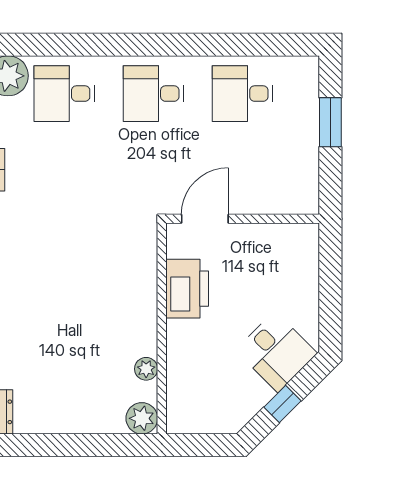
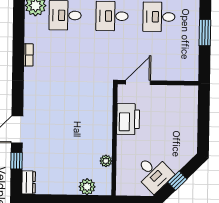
desk: (276, 352) -> (154, 173), moved
plant: (142, 418) -> (87, 187), moved

